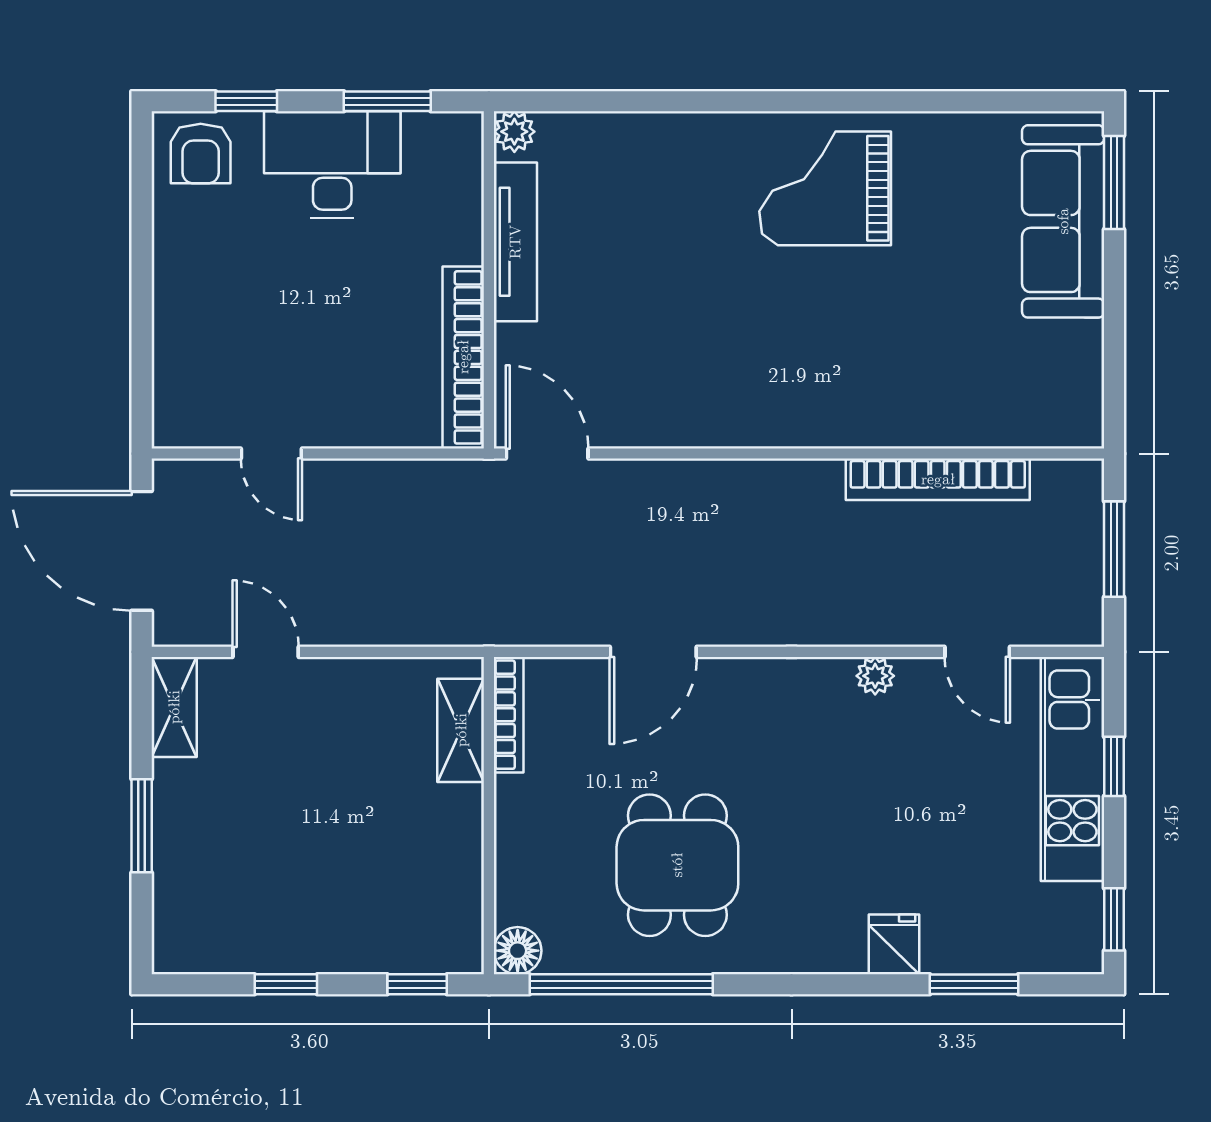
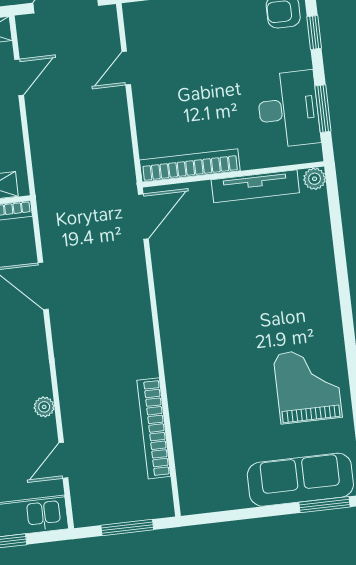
desk: (332, 165) -> (288, 109), moved
grand piano: (825, 188) -> (308, 386), moved

